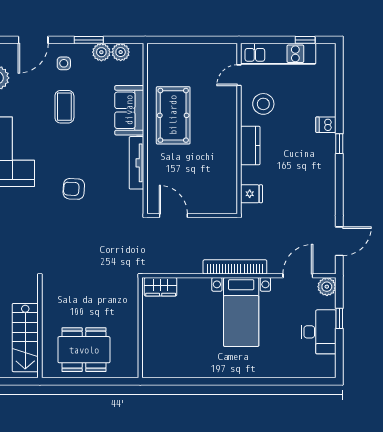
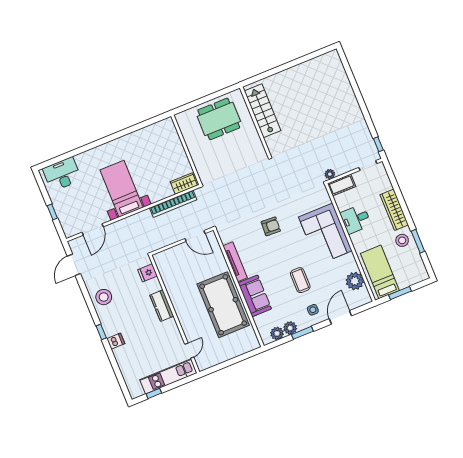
stool: (263, 104) -> (104, 297), moved
pool table: (173, 115) -> (223, 305), width x1.36, depth x1.32
bookcase: (235, 267) -> (173, 204), moved
plant: (327, 287) -> (70, 230), removed
desk: (319, 332) -> (62, 174), moved, turned 90

